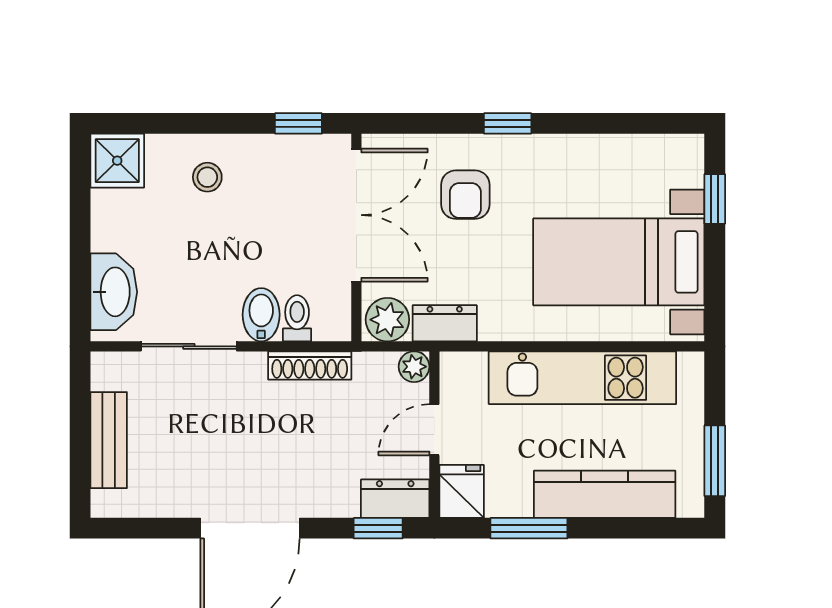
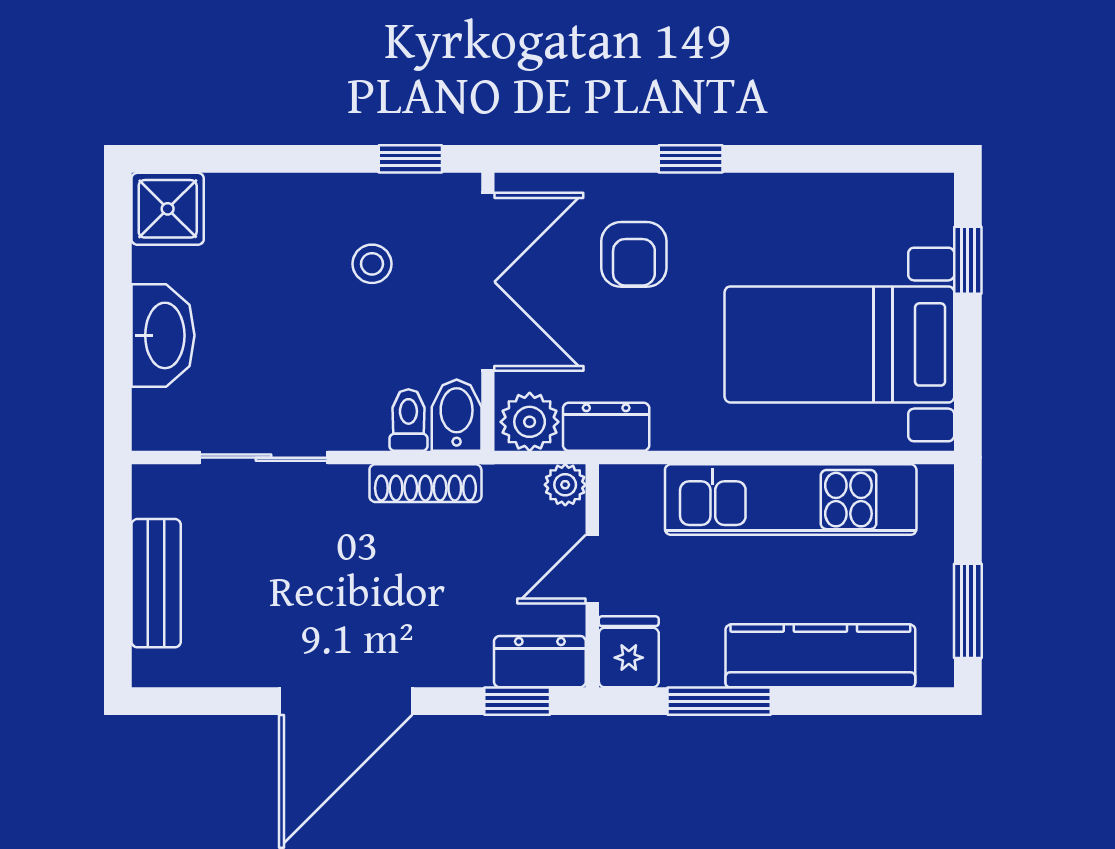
stool: (207, 177) -> (372, 264), moved
washbasin: (114, 292) -> (163, 335), moved
bidet: (261, 315) -> (457, 415), moved

